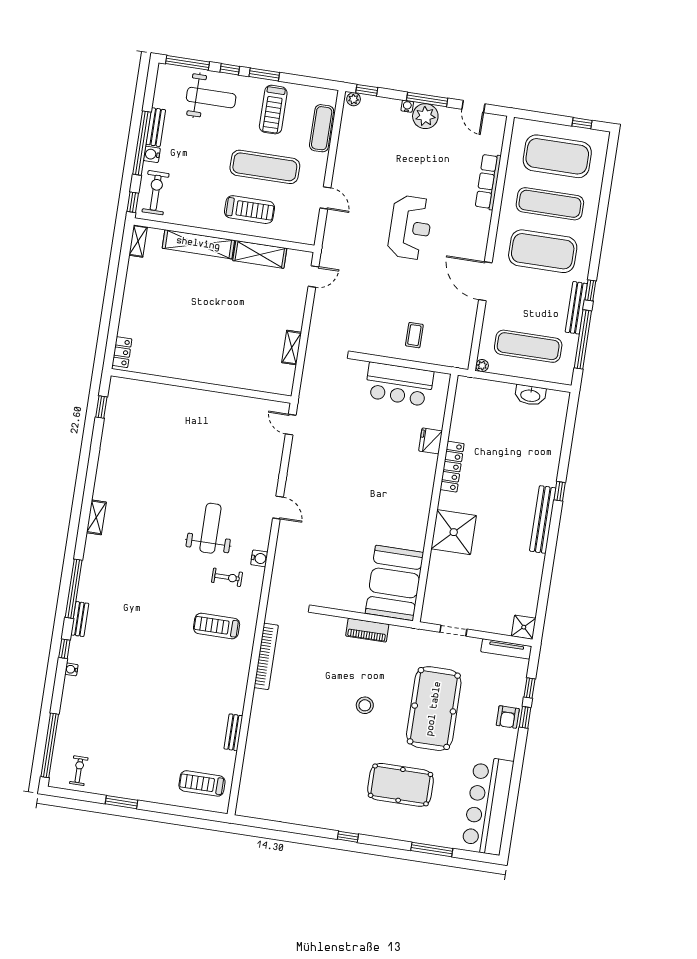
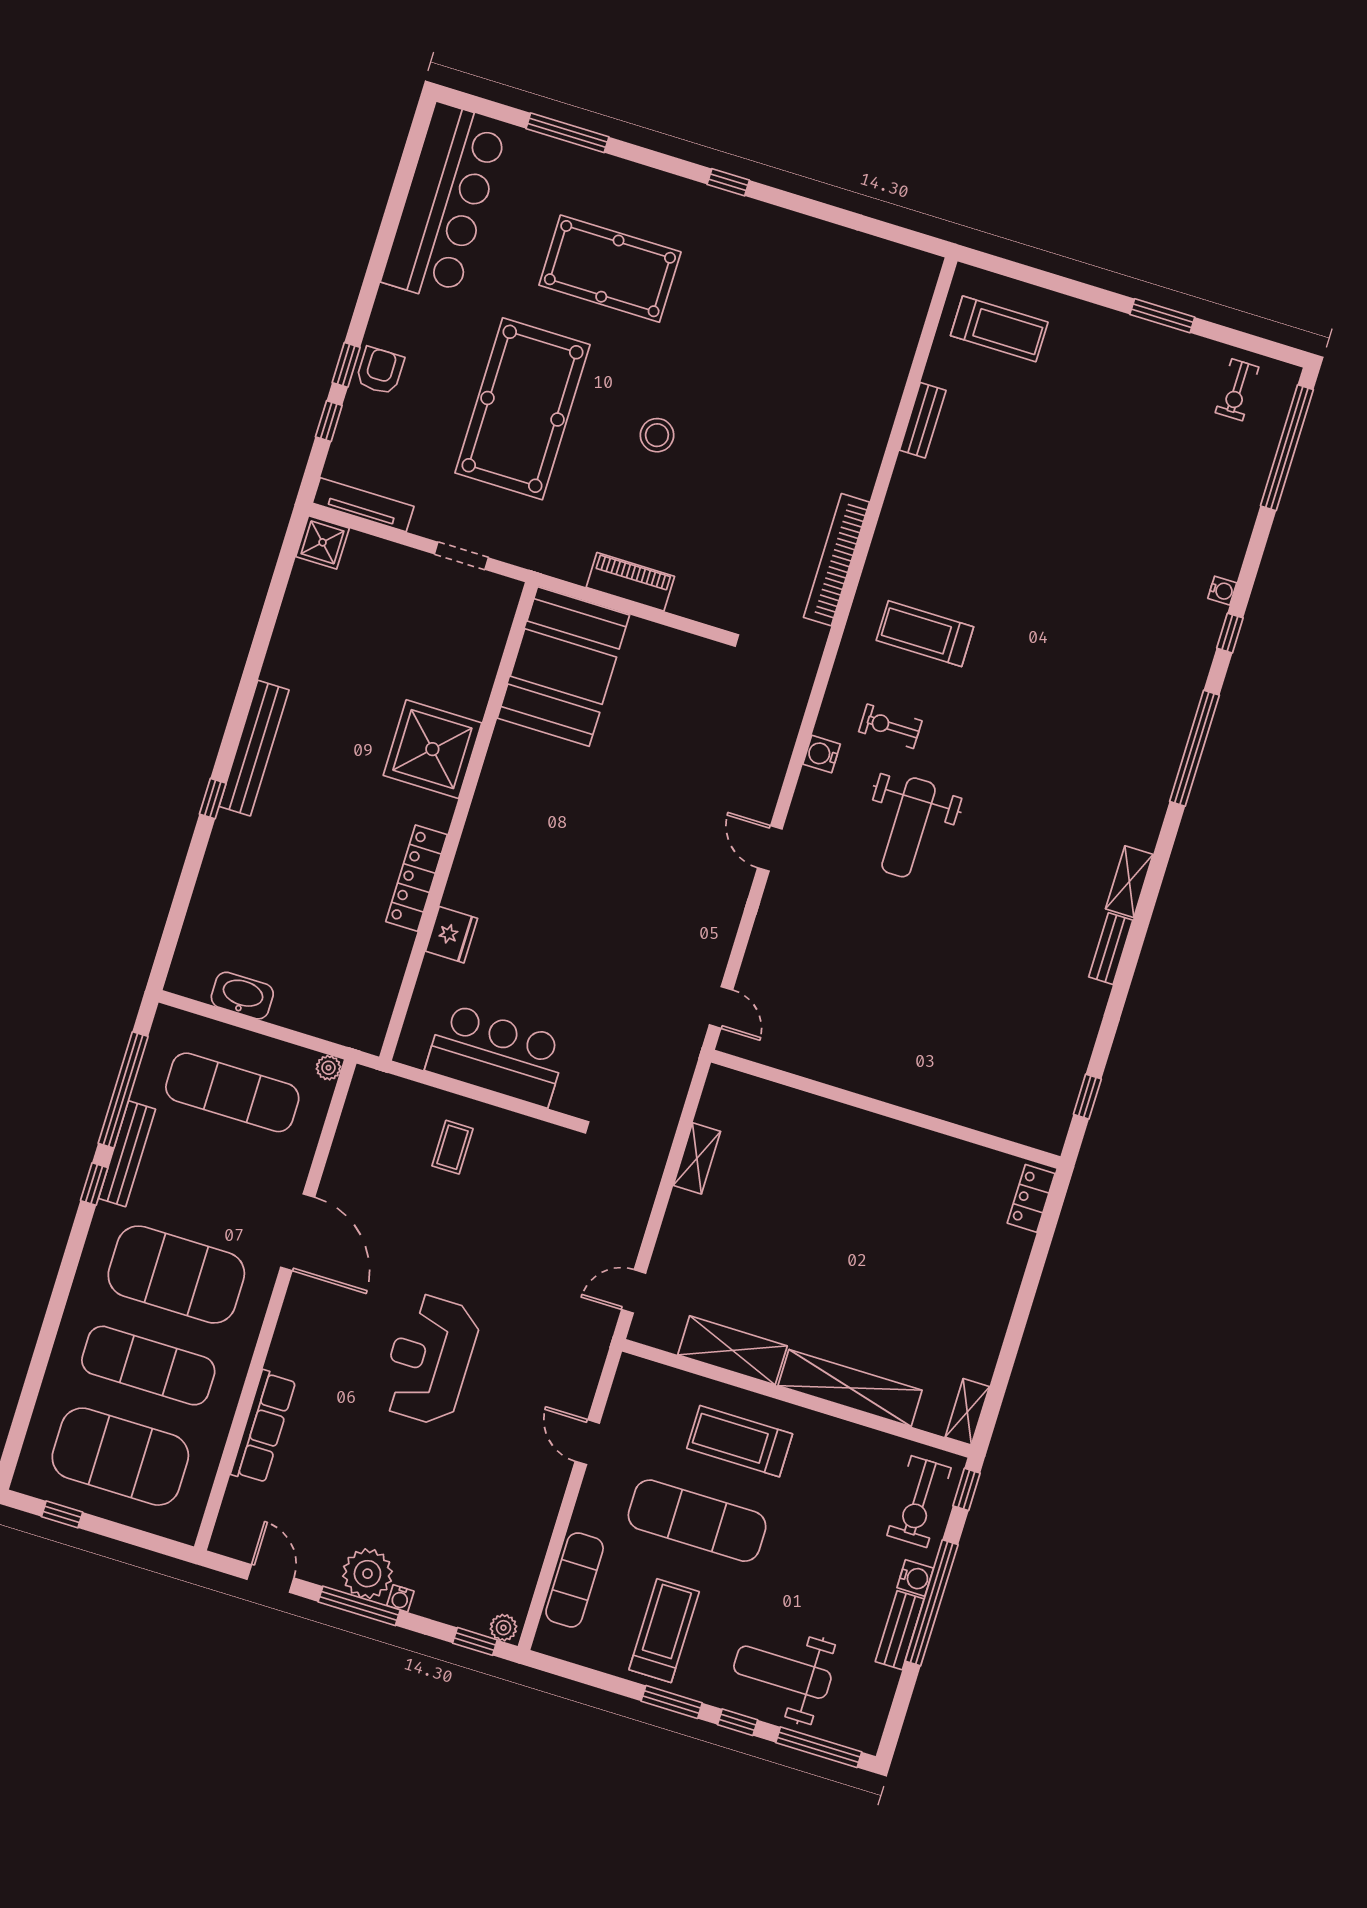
bench: (80, 619) -> (1111, 949), moved
treadmill: (217, 626) -> (925, 634), turned 180

